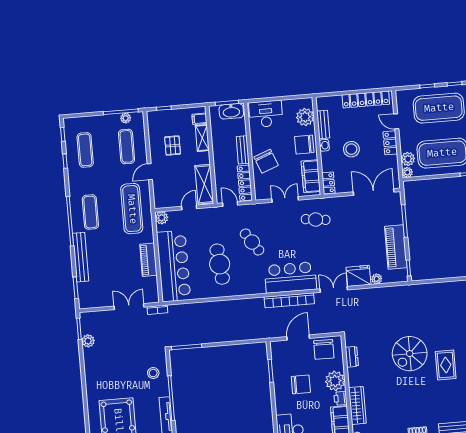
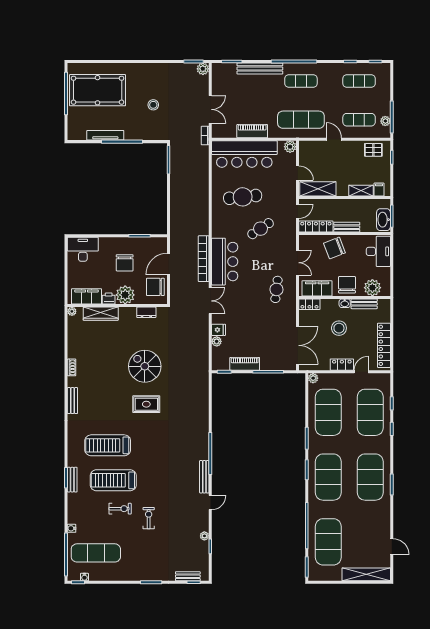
pallet: (173, 146) -> (373, 150), moved
plant: (408, 159) -> (325, 380), removed
piano: (396, 247) -> (245, 364), width x0.73, depth x0.75
fridge: (358, 276) -> (218, 330), width x0.53, depth x0.75
door: (298, 337) -> (168, 264), swing flipped
plant: (88, 341) -> (203, 69), moved
rug: (446, 365) -> (146, 404), moved
stool: (153, 373) -> (153, 105), moved

